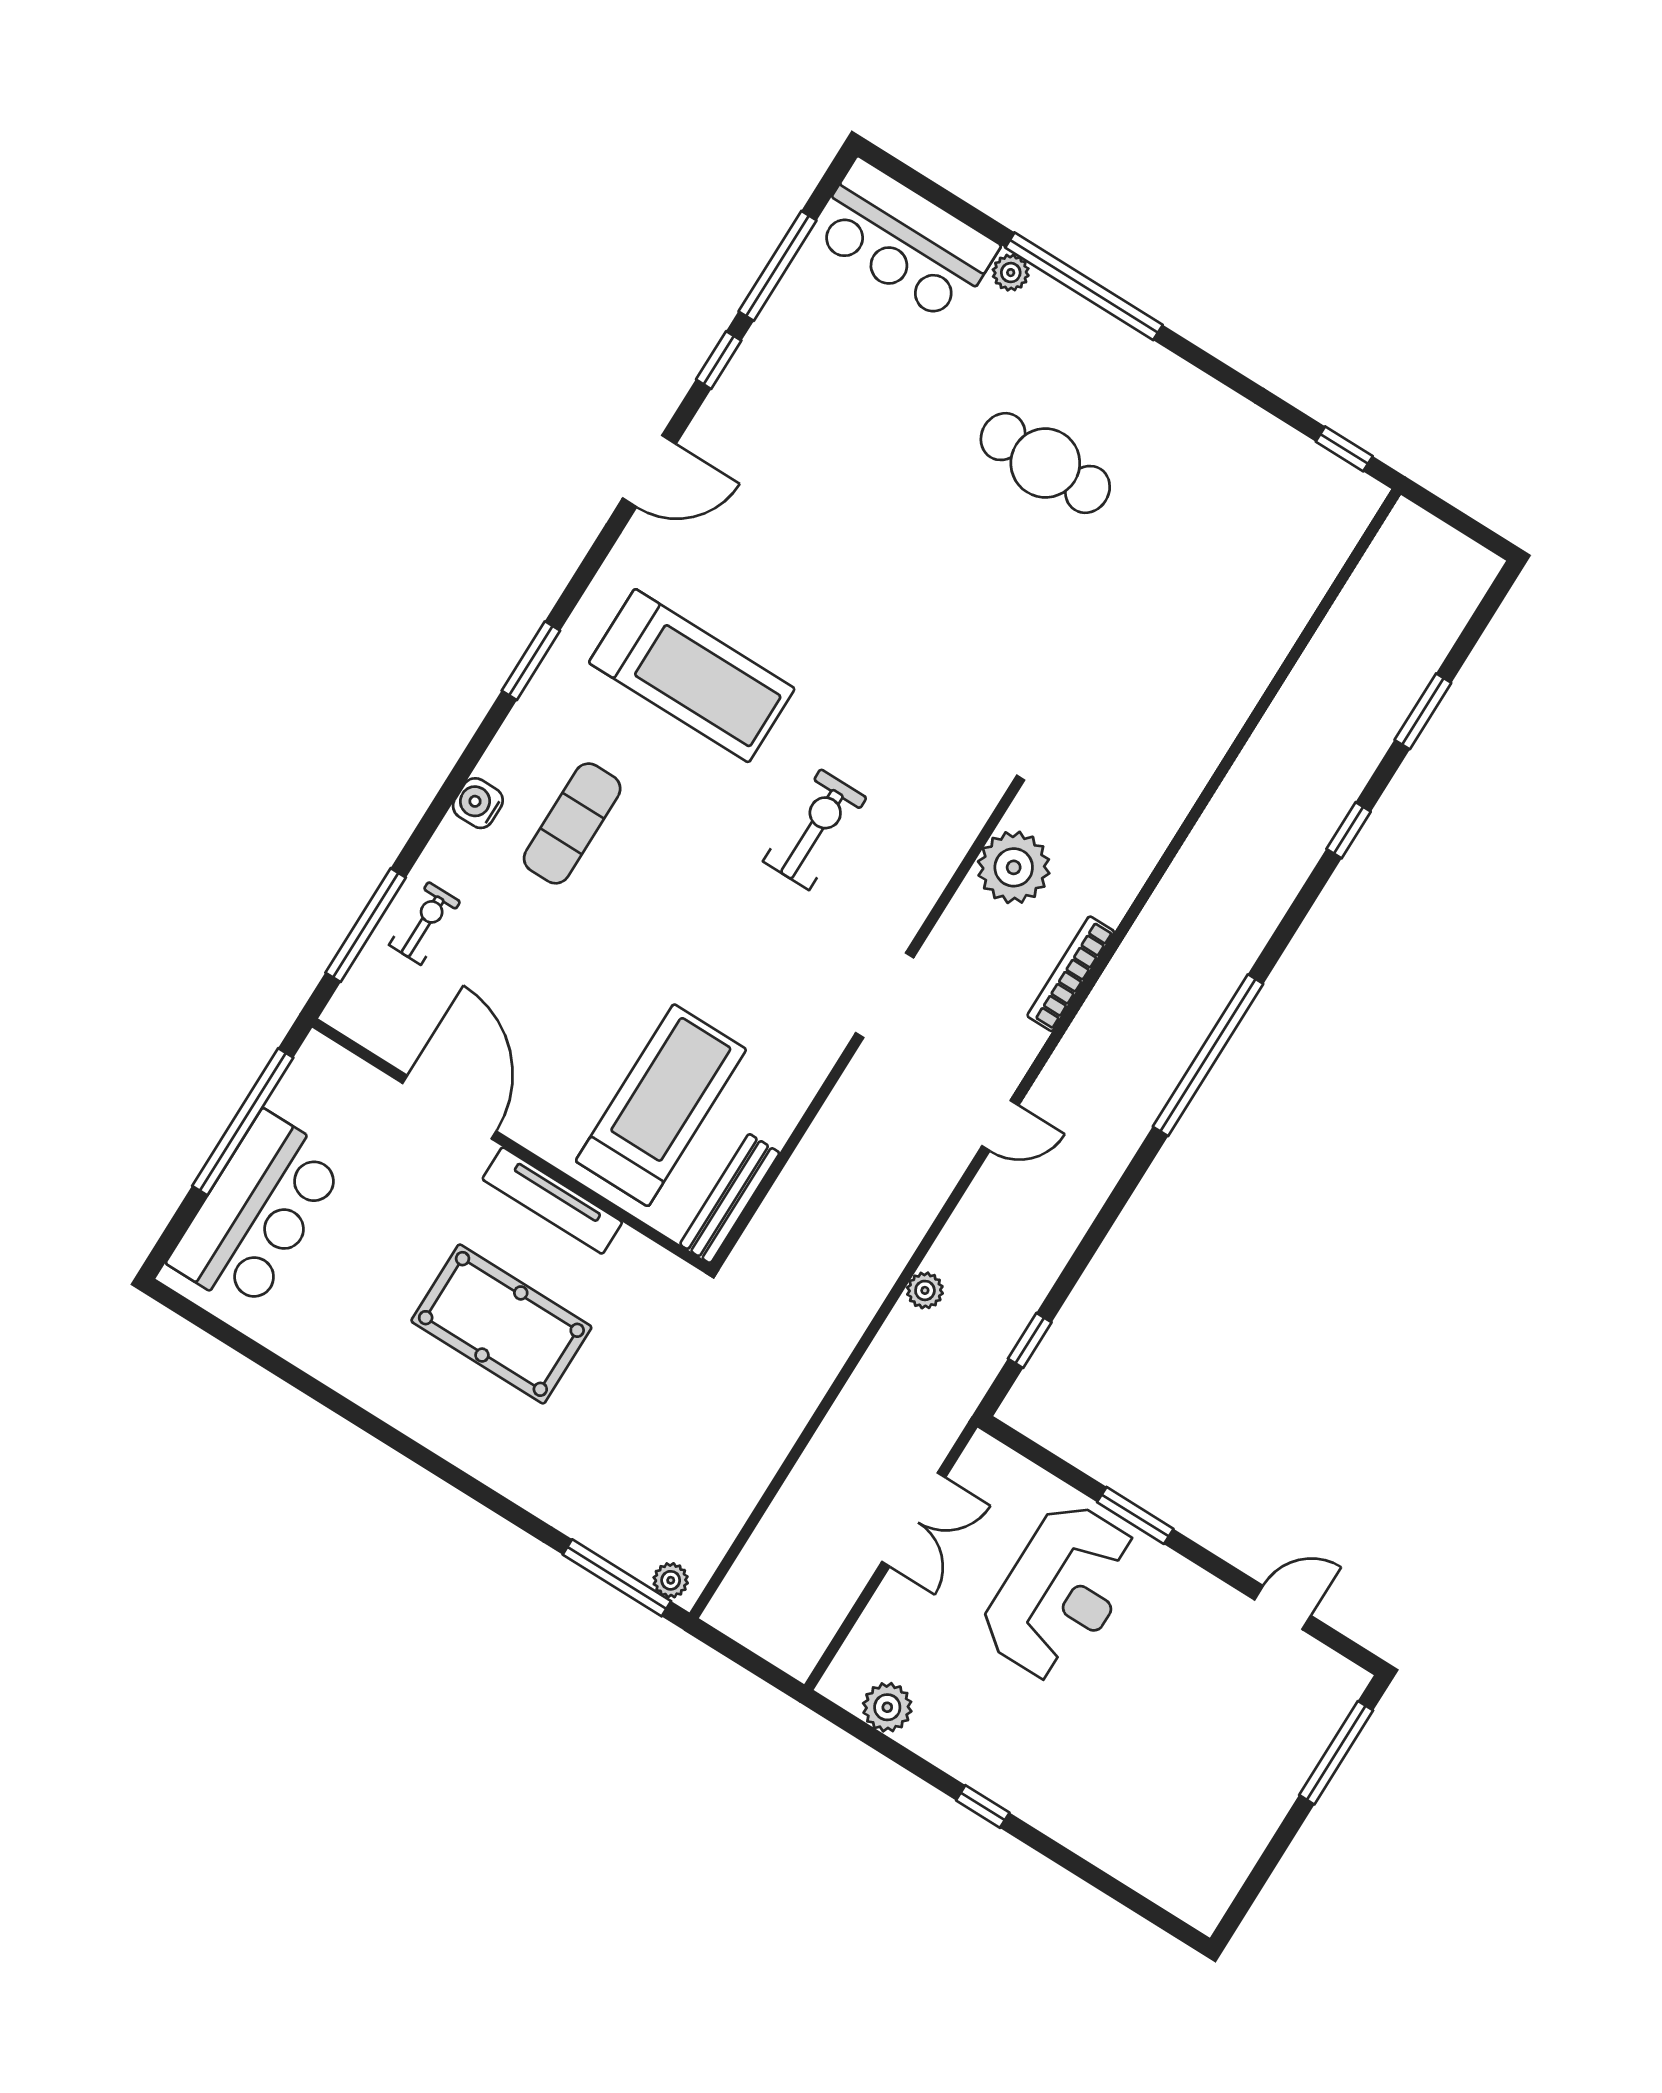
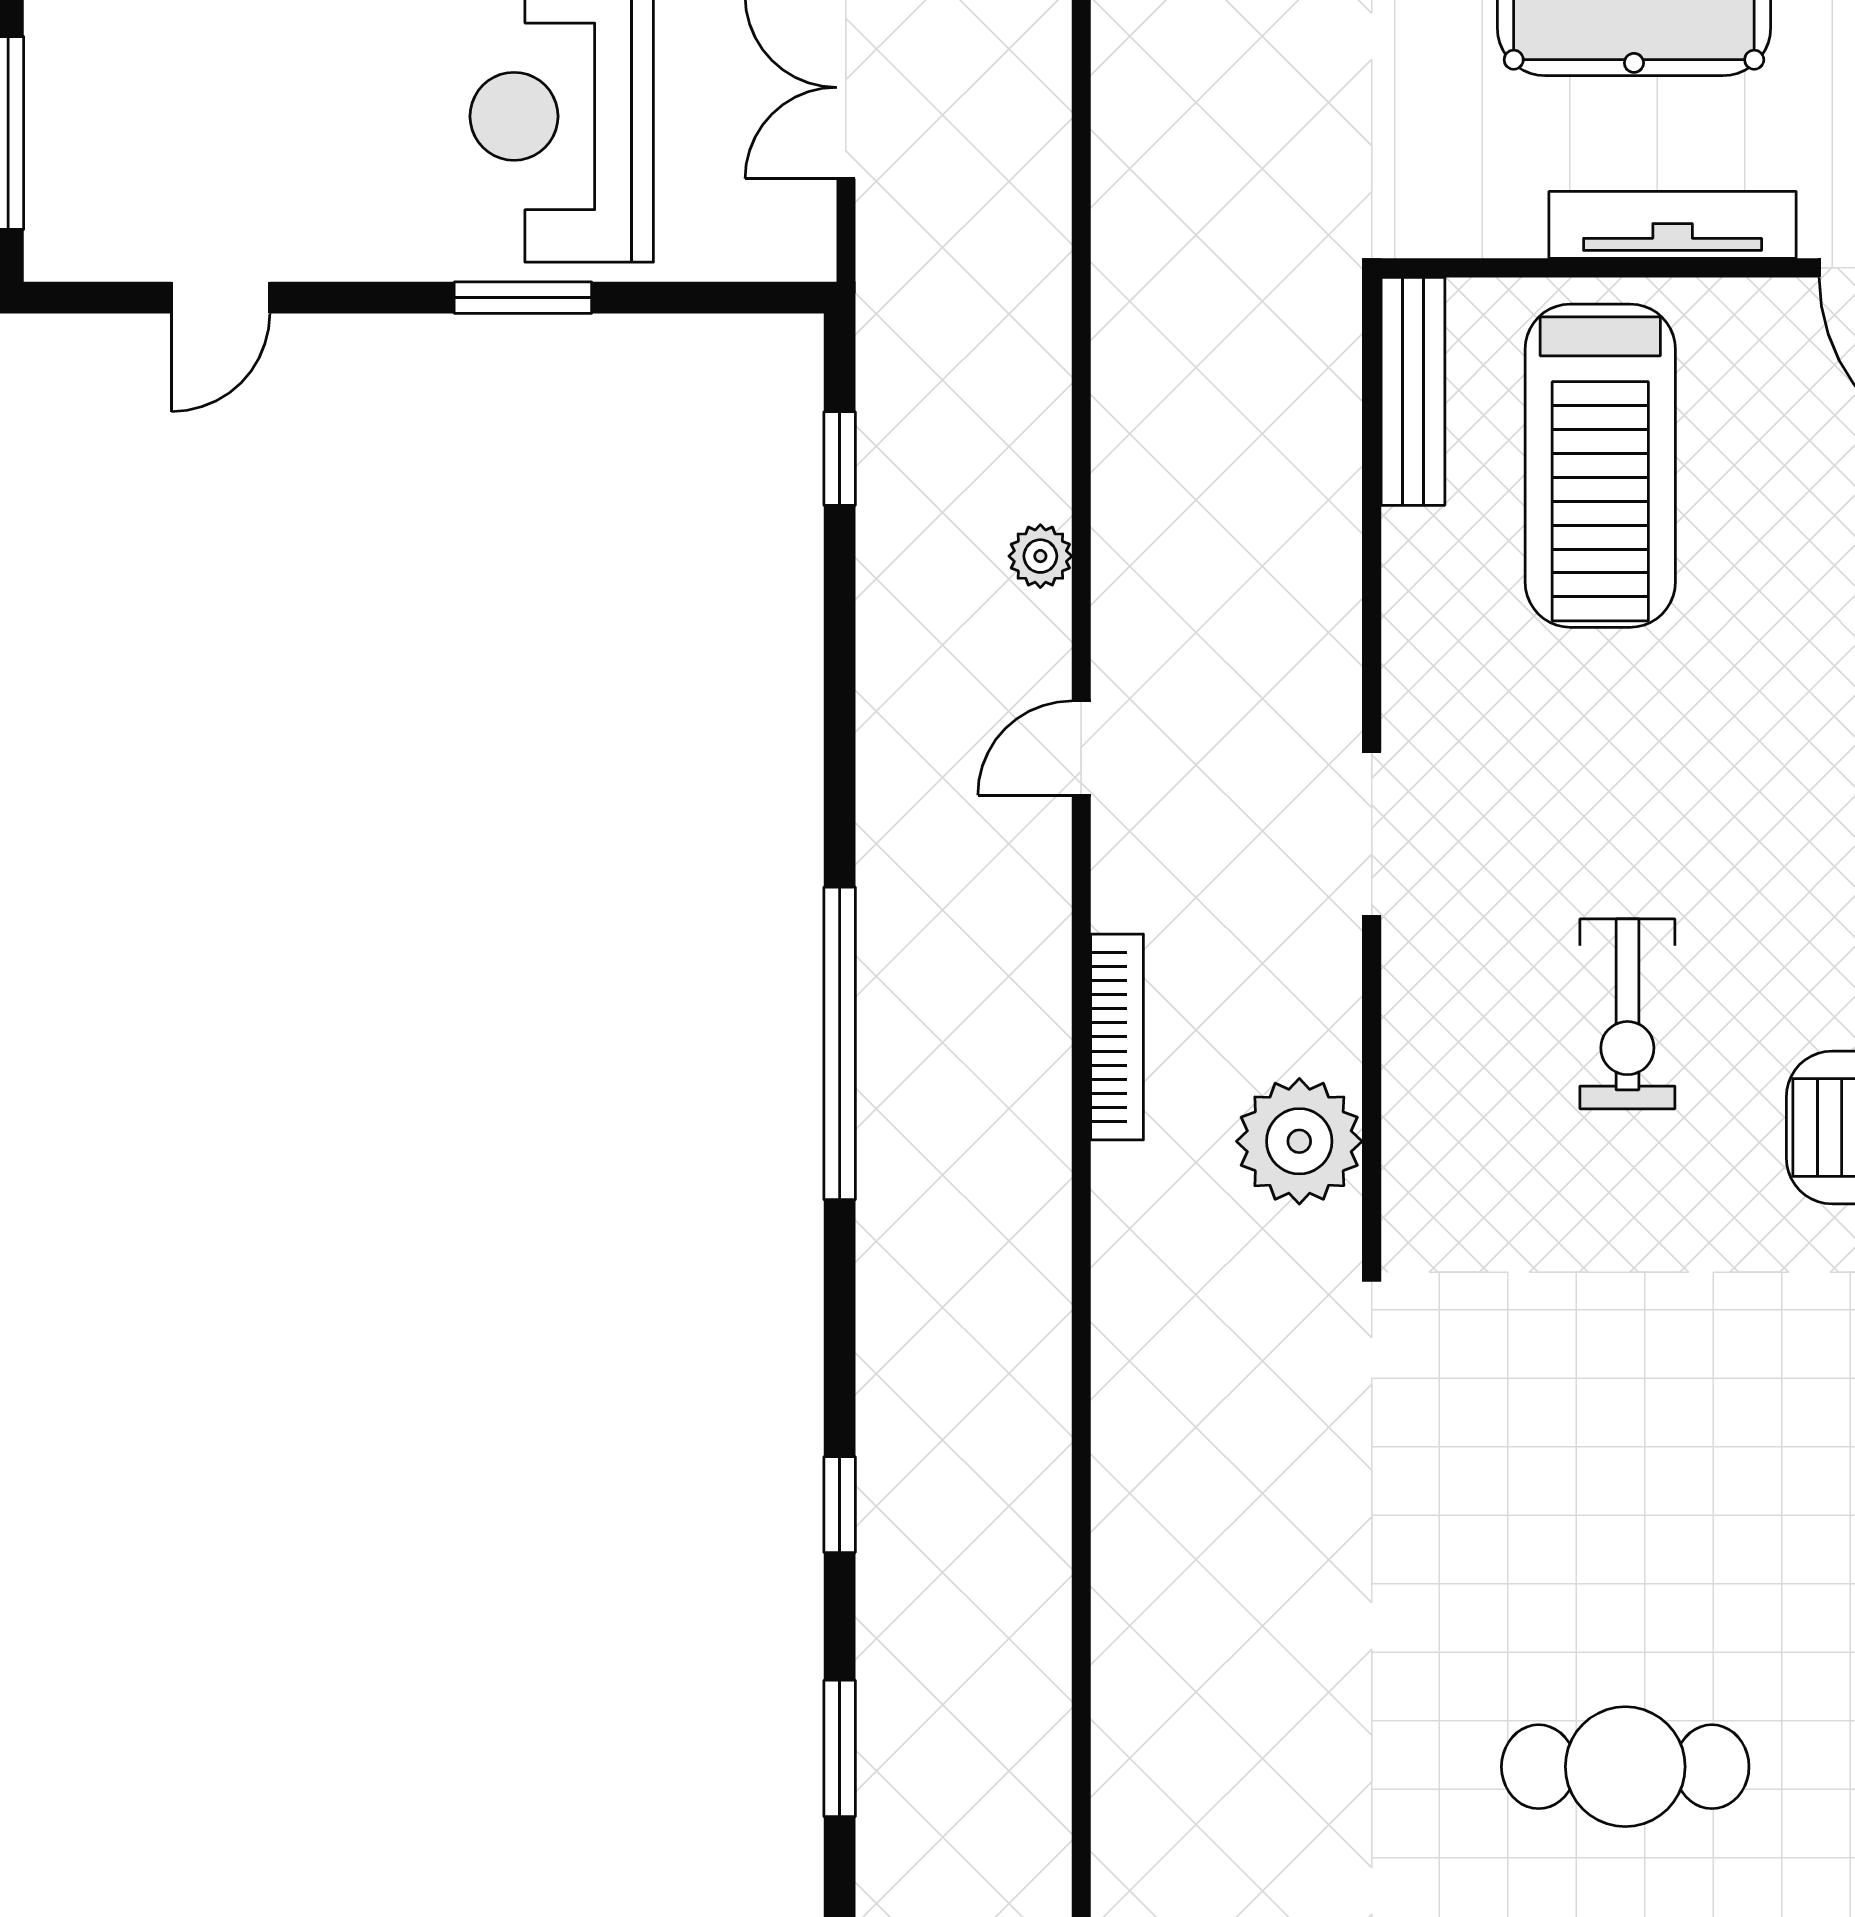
plant: (925, 1290) -> (1040, 556), moved

